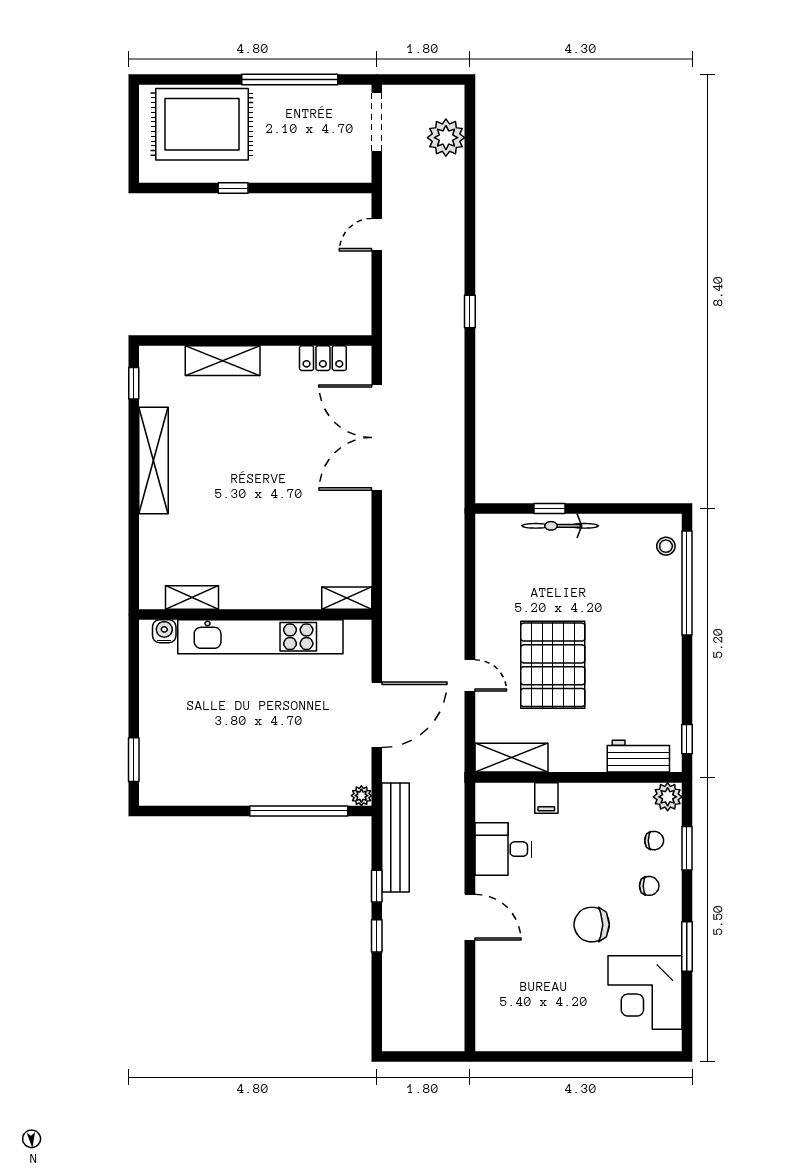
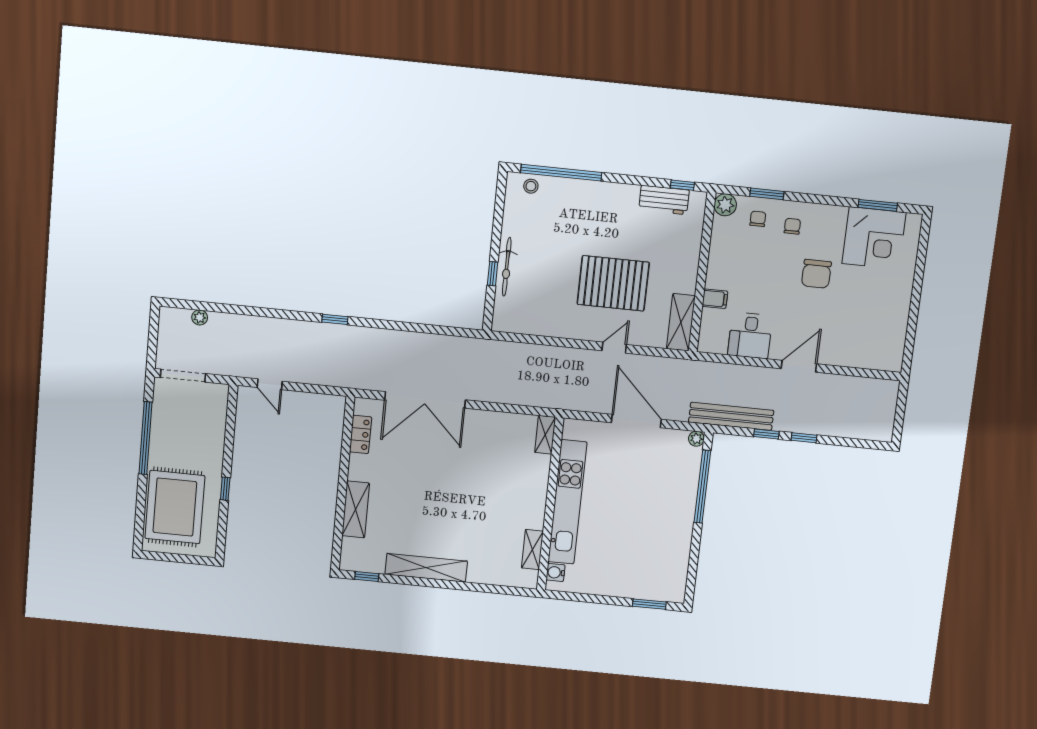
plant: (446, 138) -> (200, 317), width x0.53, depth x0.53
workbench: (638, 756) -> (664, 200), moved, turned -90
window: (687, 946) -> (878, 205), moved

